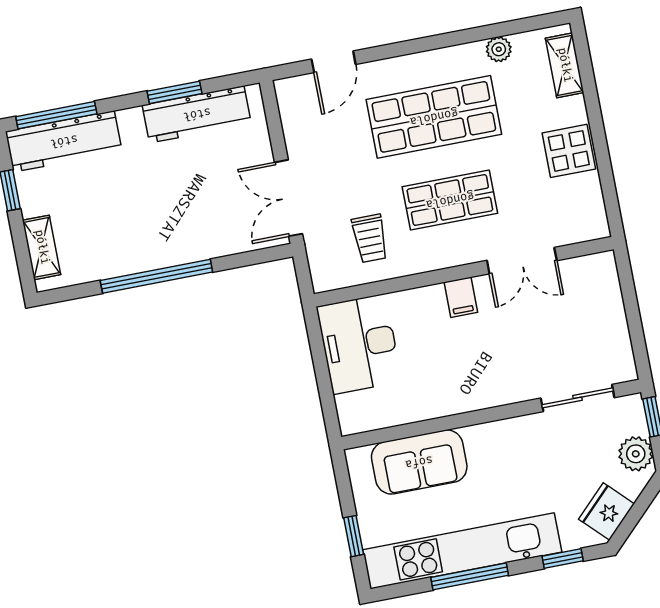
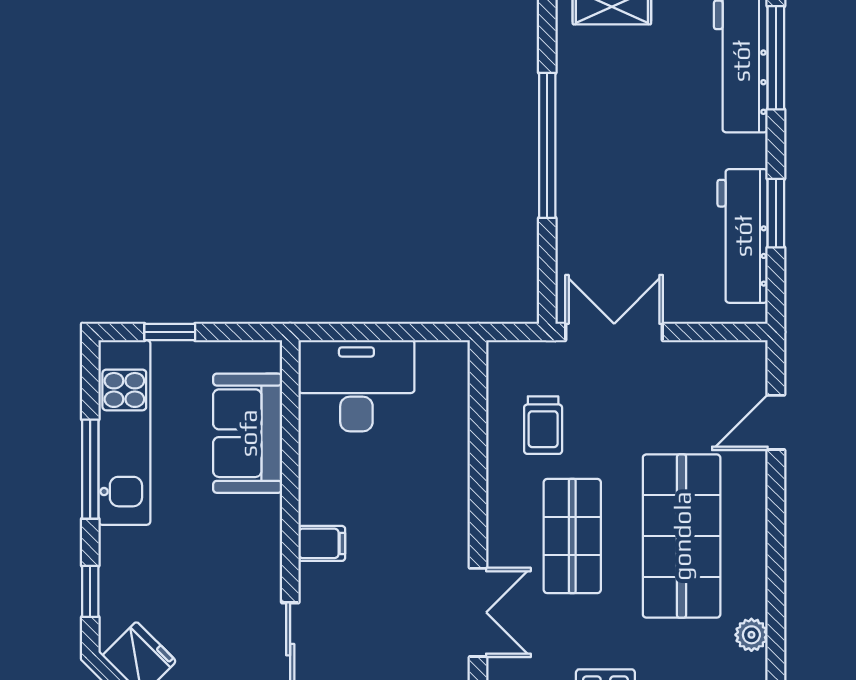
door: (334, 62) -> (776, 422), hinge flipped
trolley: (370, 238) -> (543, 425), turned -90
double door: (522, 261) -> (478, 612), swing flipped
filing cabinet: (461, 297) -> (322, 543), moved, turned 180
desk: (359, 344) -> (356, 386), moved
kitchen unit: (462, 551) -> (124, 432), width x0.73

